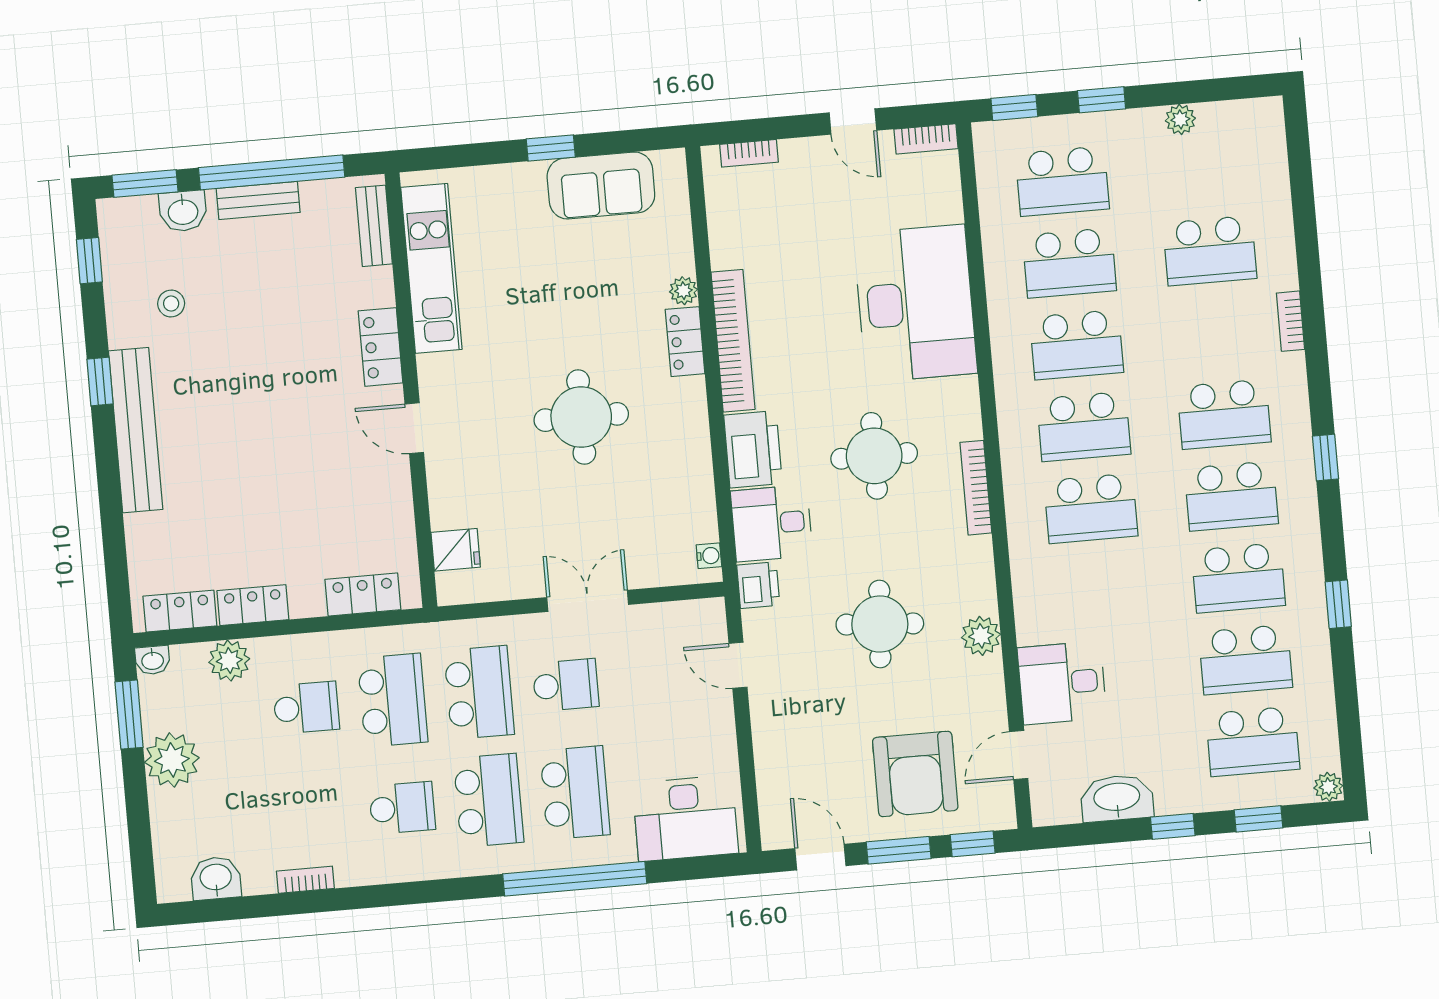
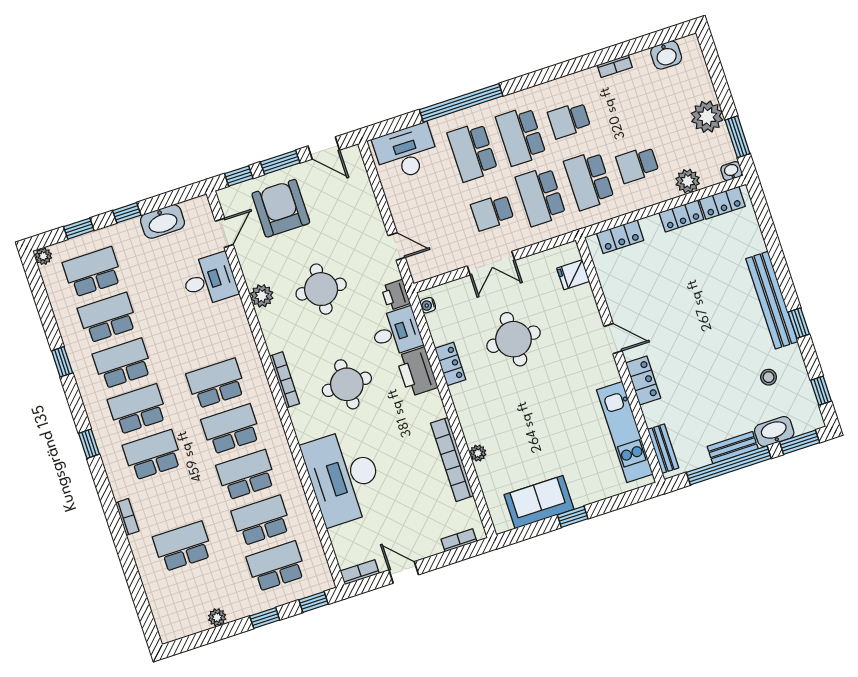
washbasin: (183, 211) -> (774, 432), width x1.38
bookcase: (733, 341) -> (452, 459), moved
locker: (685, 342) -> (450, 364), moved
round table: (581, 417) -> (513, 339), moved

